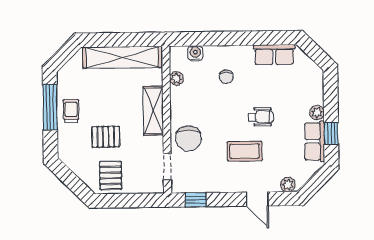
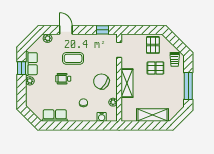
shelving: (122, 57) -> (153, 115), width x0.68
trolley: (71, 111) -> (175, 59), moved
chair: (189, 138) -> (101, 81), moved, turned -58

